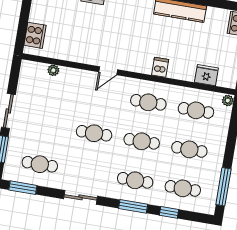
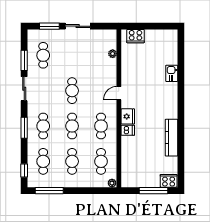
door: (108, 71) -> (119, 93), hinge flipped
fridge: (206, 75) -> (128, 116), moved
window: (23, 188) -> (24, 60), moved
window: (169, 212) -> (24, 171), moved

